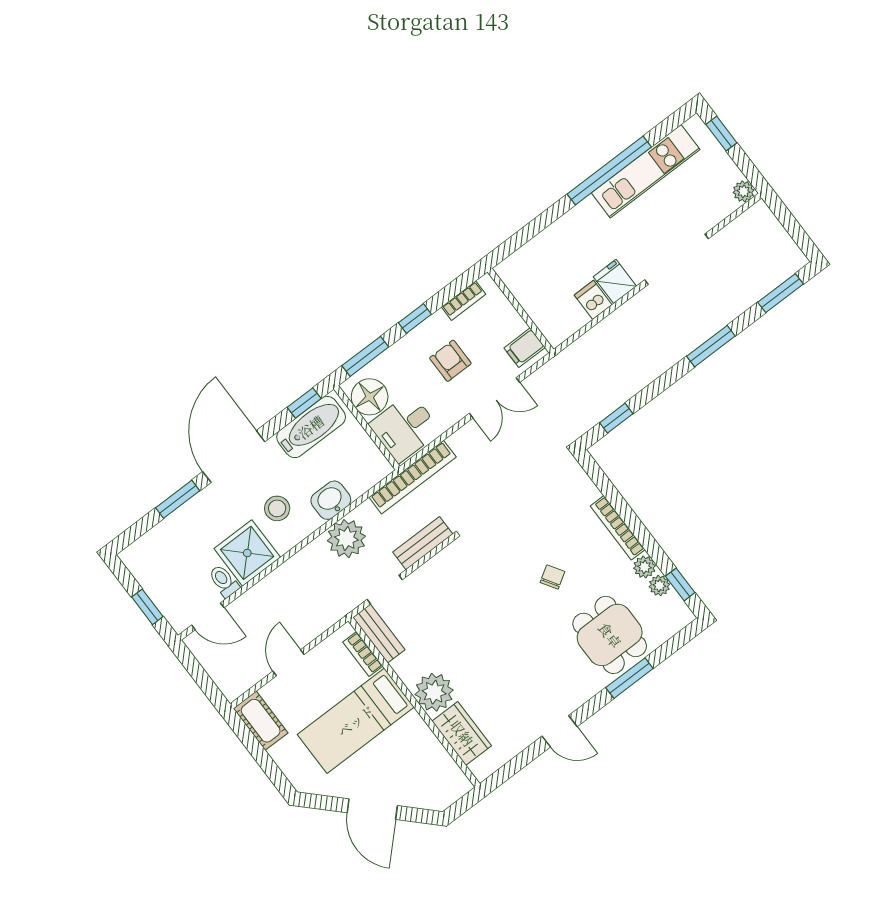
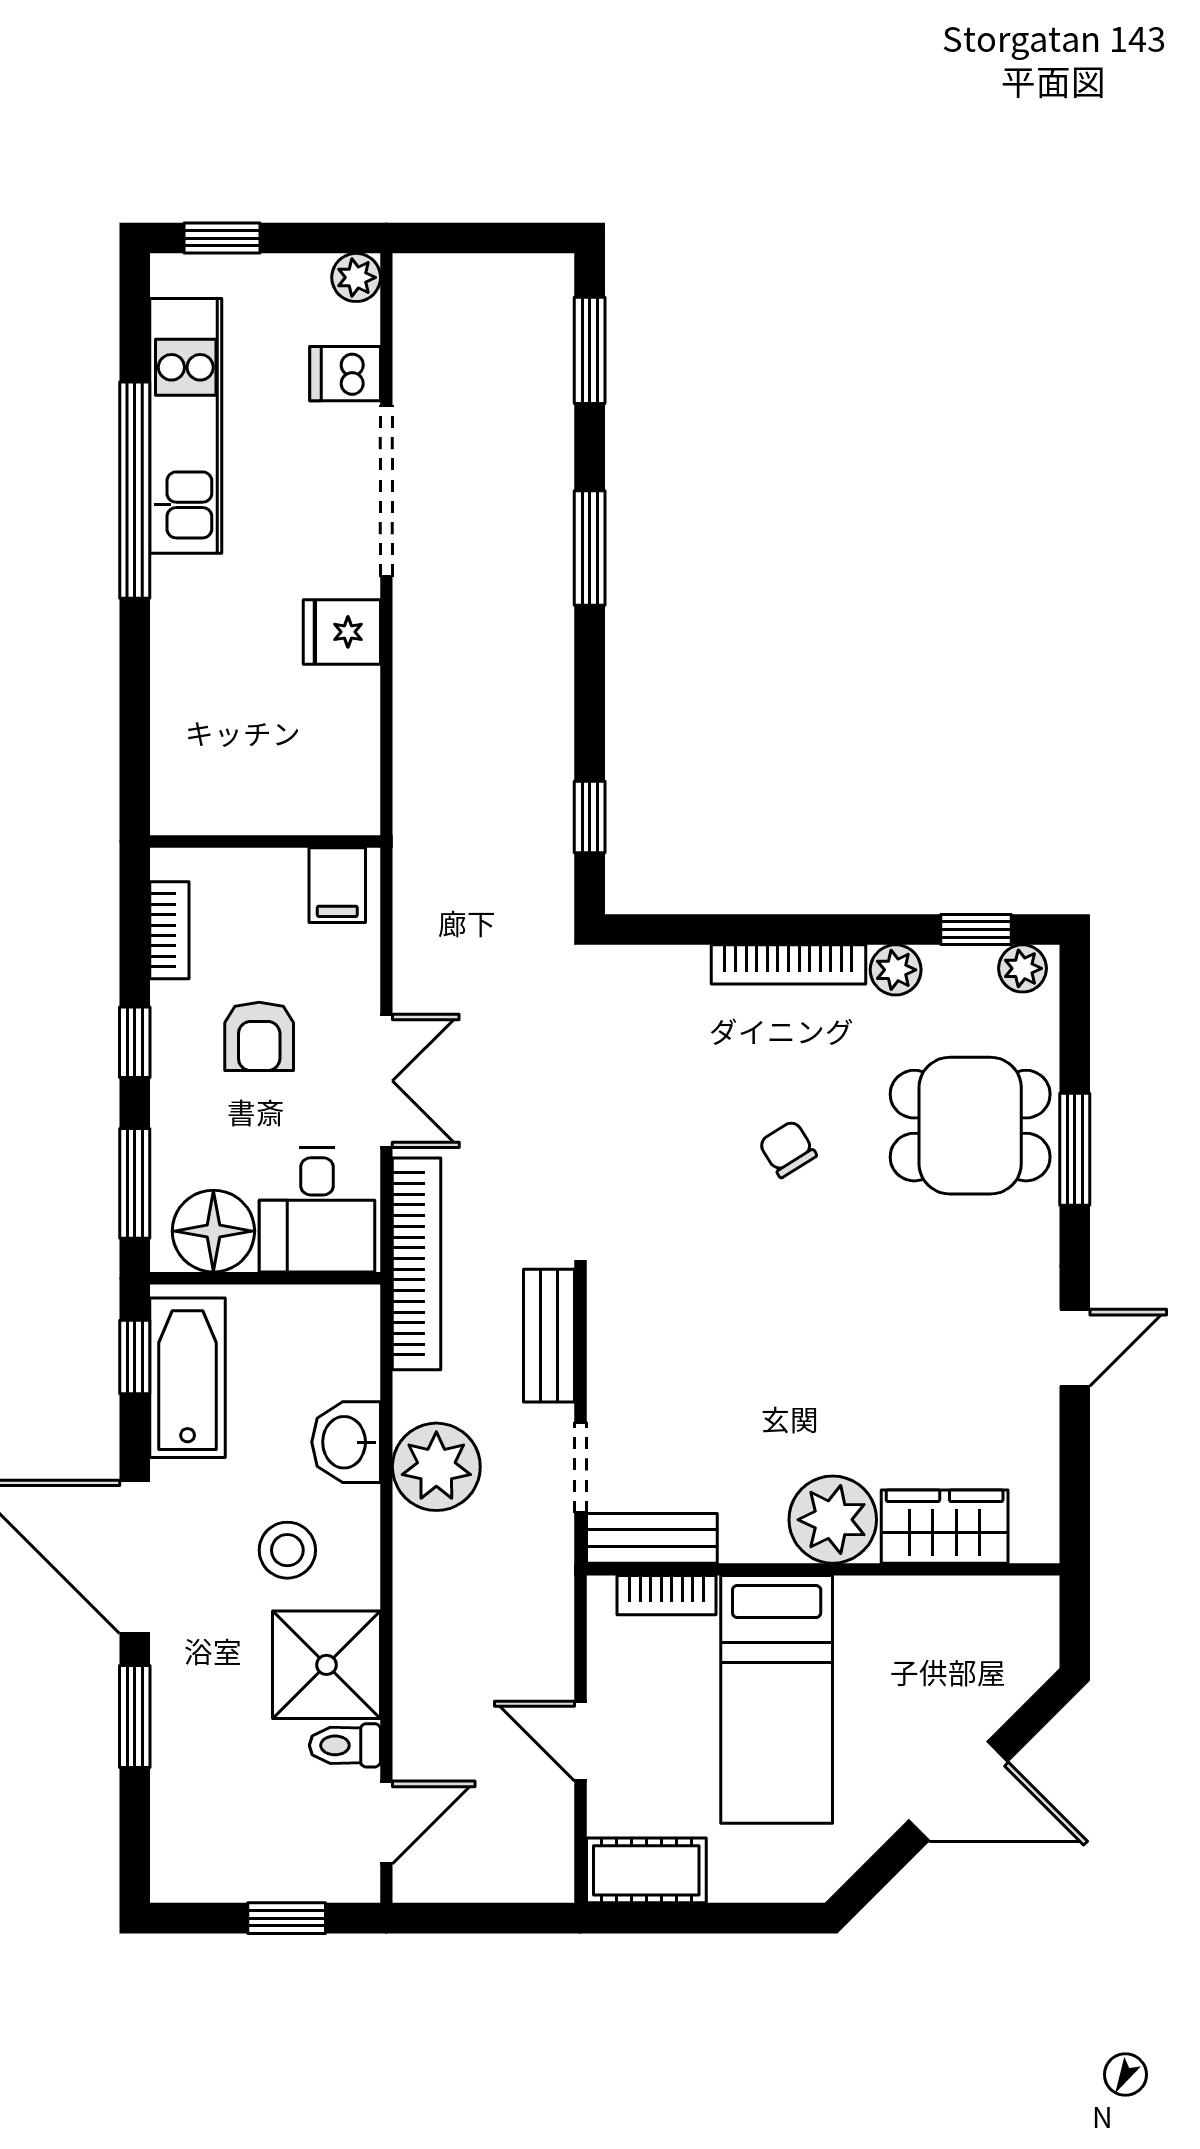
dishwasher: (593, 300) -> (345, 374), moved
armchair: (450, 361) -> (259, 1036), turned -90
double door: (495, 398) -> (386, 1081), moved
plant: (659, 586) -> (1022, 968), moved

